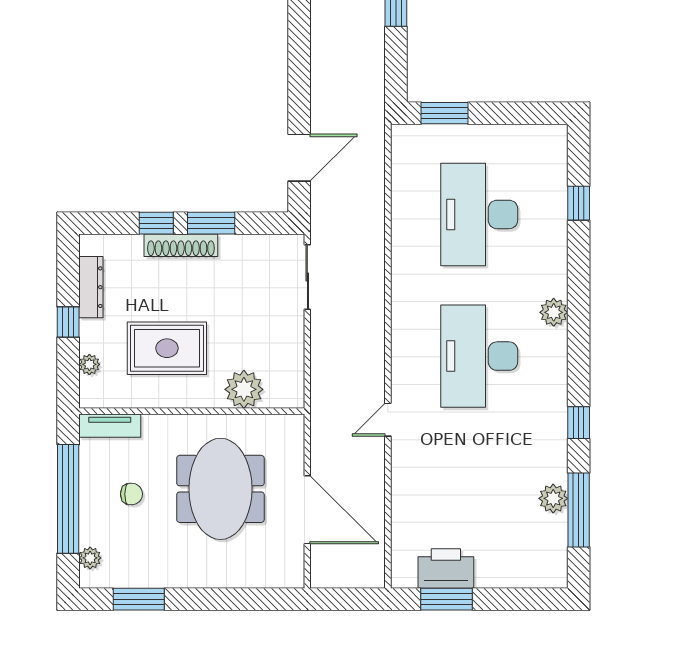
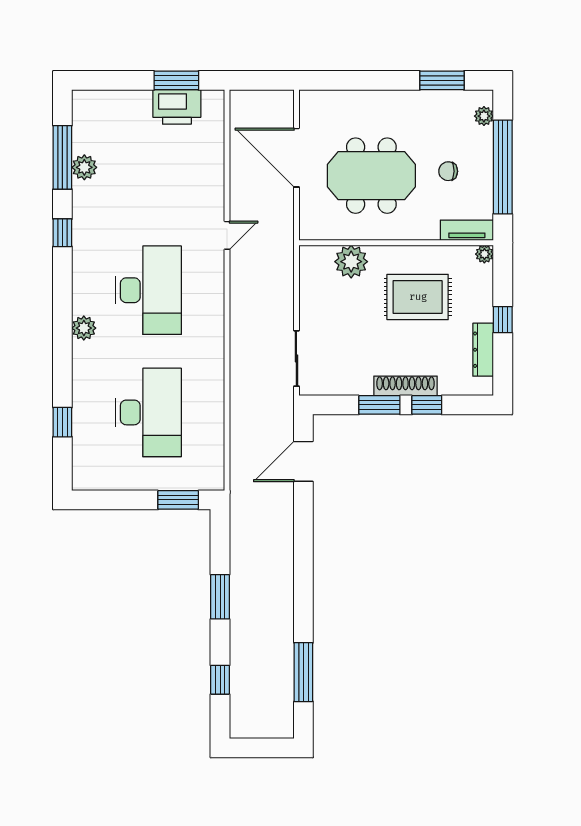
plant: (89, 364) -> (484, 254), moved
meeting table: (220, 489) -> (371, 176), turned 90

